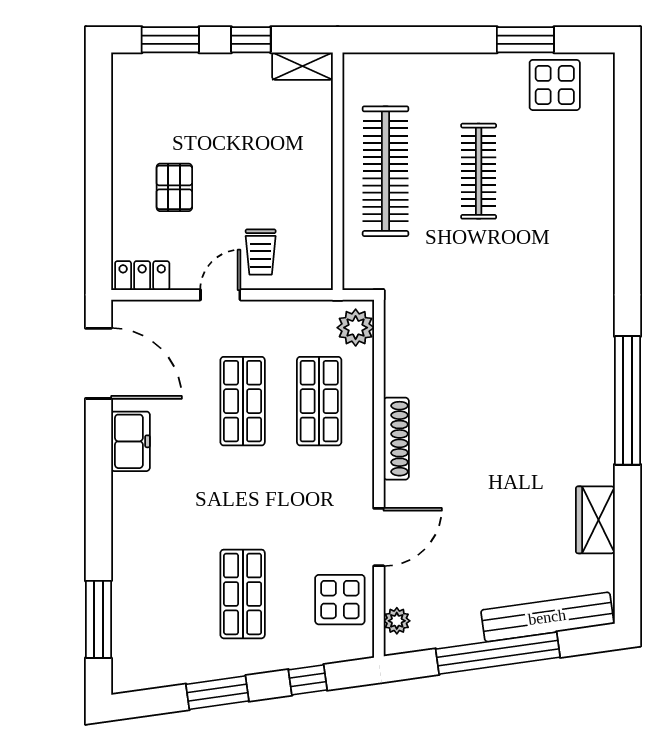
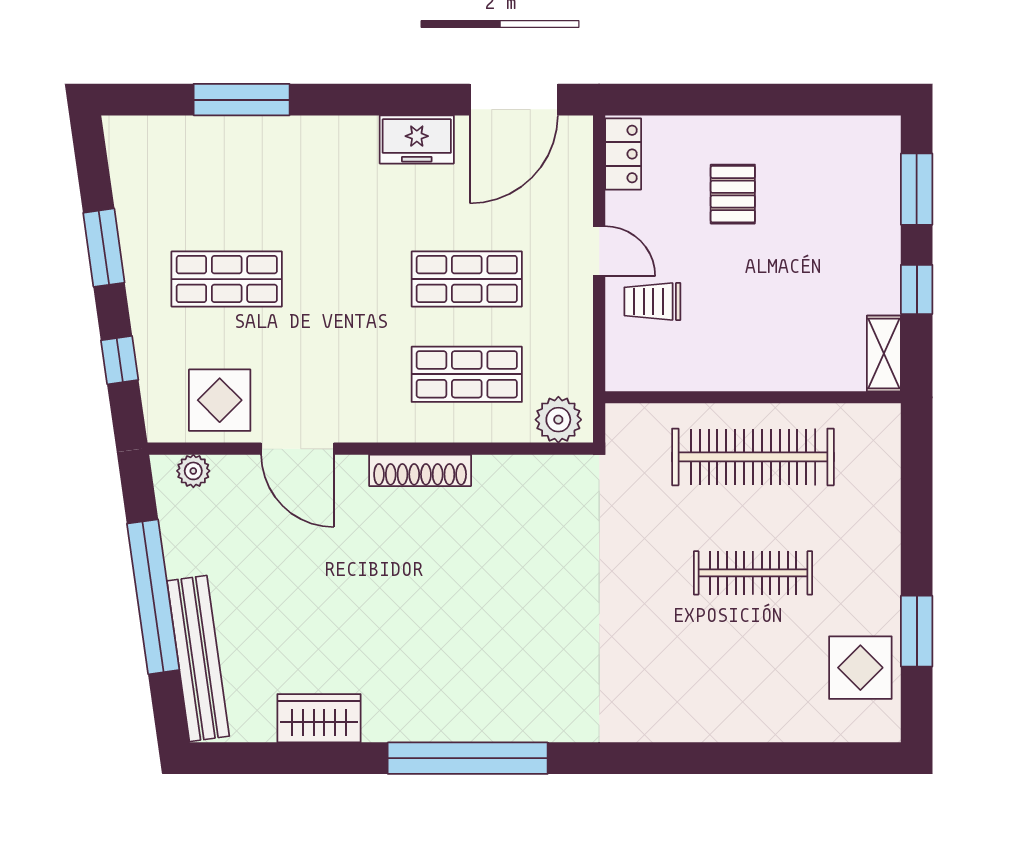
pallet: (174, 187) -> (733, 194), turned 90
window: (98, 619) -> (242, 100), moved

